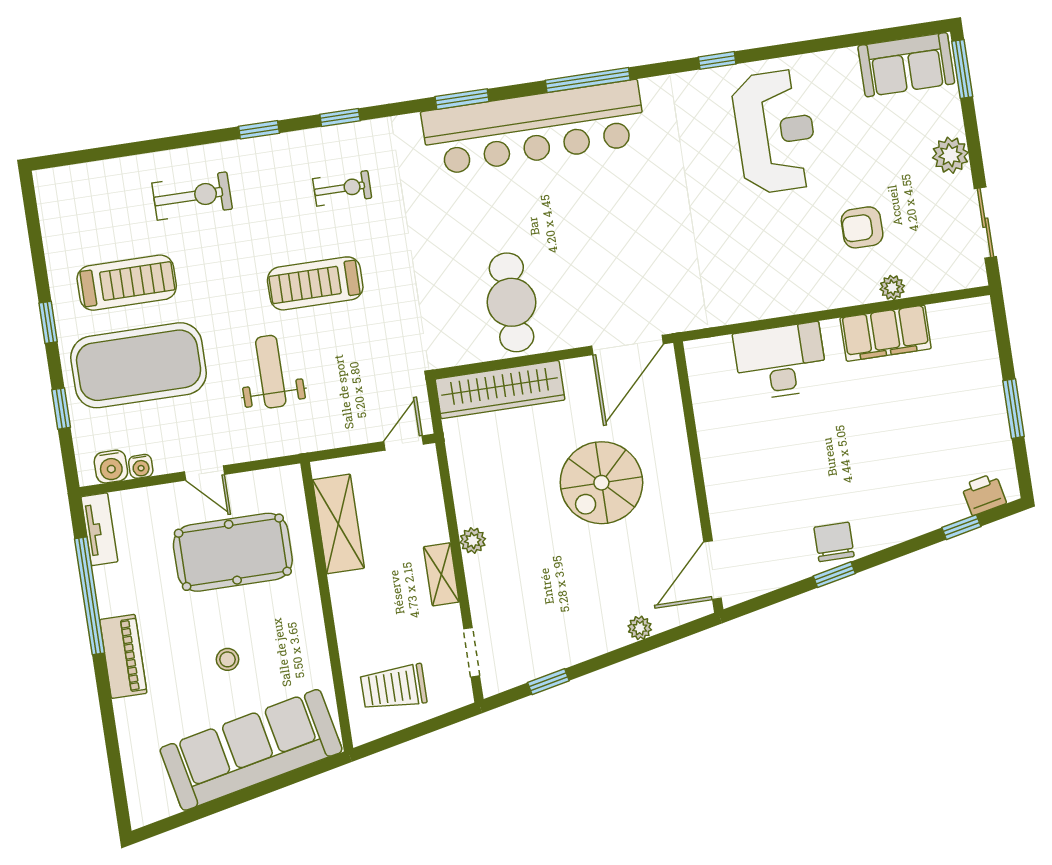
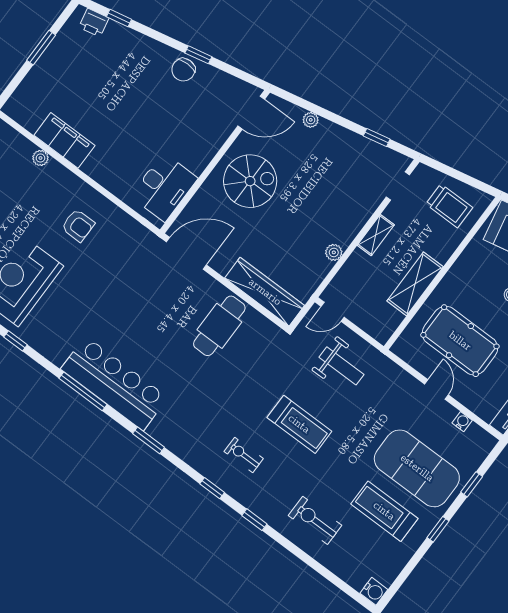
bar counter: (534, 128) -> (114, 383), width x0.73
armchair: (862, 227) -> (78, 225), moved
desk: (780, 361) -> (164, 187), moved, turned -90
weight bench: (271, 372) -> (341, 366), moved, turned -90
water cooler: (111, 467) -> (374, 591), moved, turned 90
spiral stairs: (601, 483) -> (250, 181), moved
shelving: (338, 524) -> (415, 284), moved
plant: (473, 541) -> (334, 252), moved

